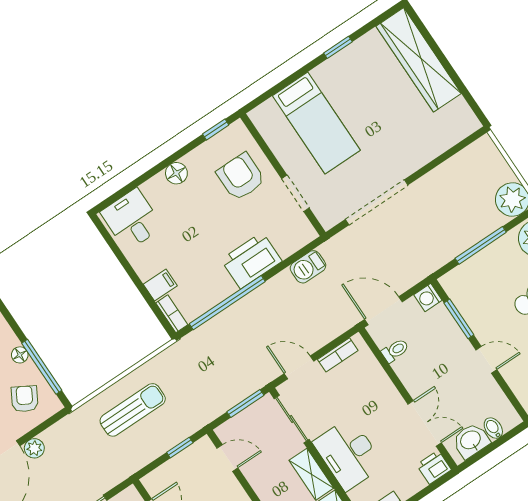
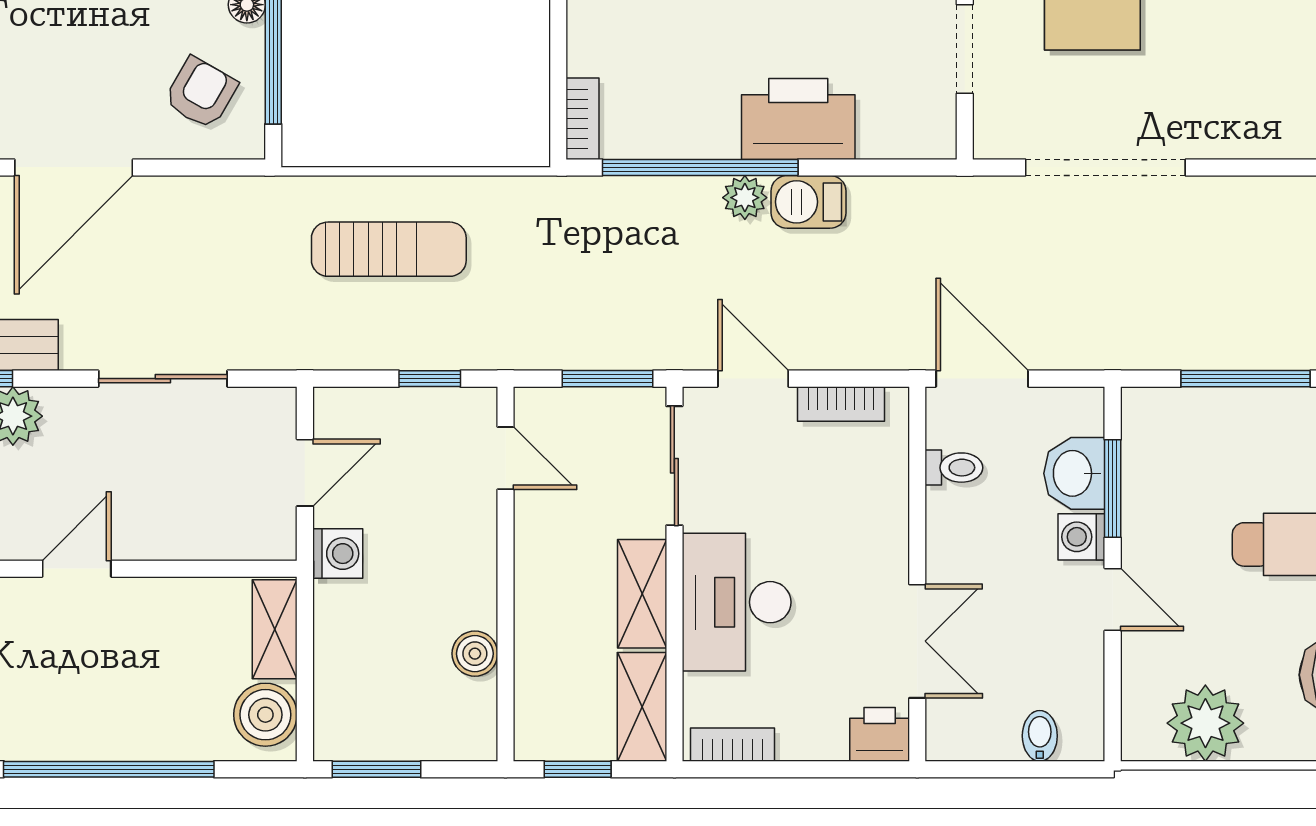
barbecue: (308, 267) -> (809, 202), moved
filing cabinet: (160, 285) -> (597, 50), removed
washing machine: (428, 298) -> (1081, 537), moved
washbasin: (471, 441) -> (1074, 473), moved, turned -90
plant: (34, 448) -> (745, 198), moved

